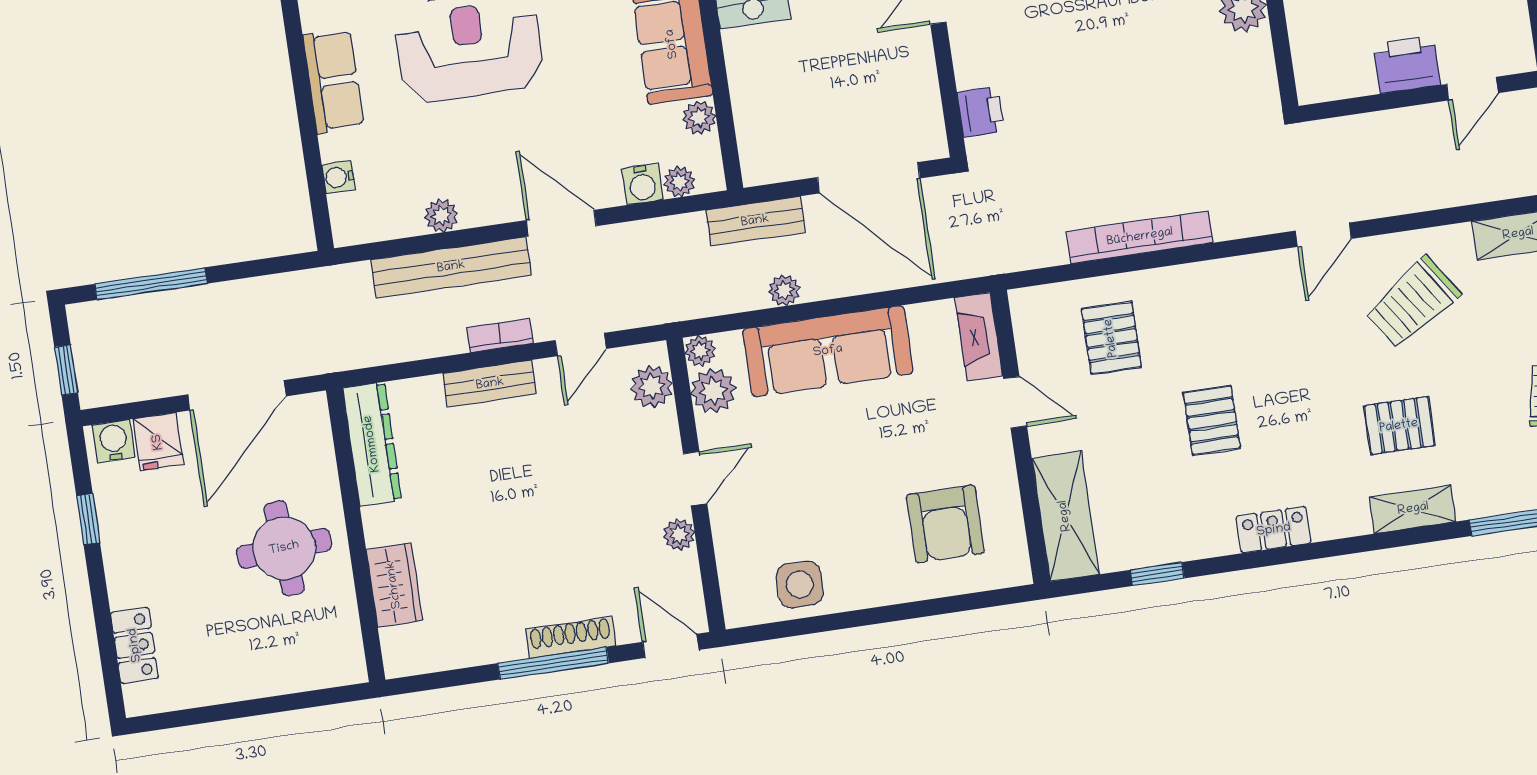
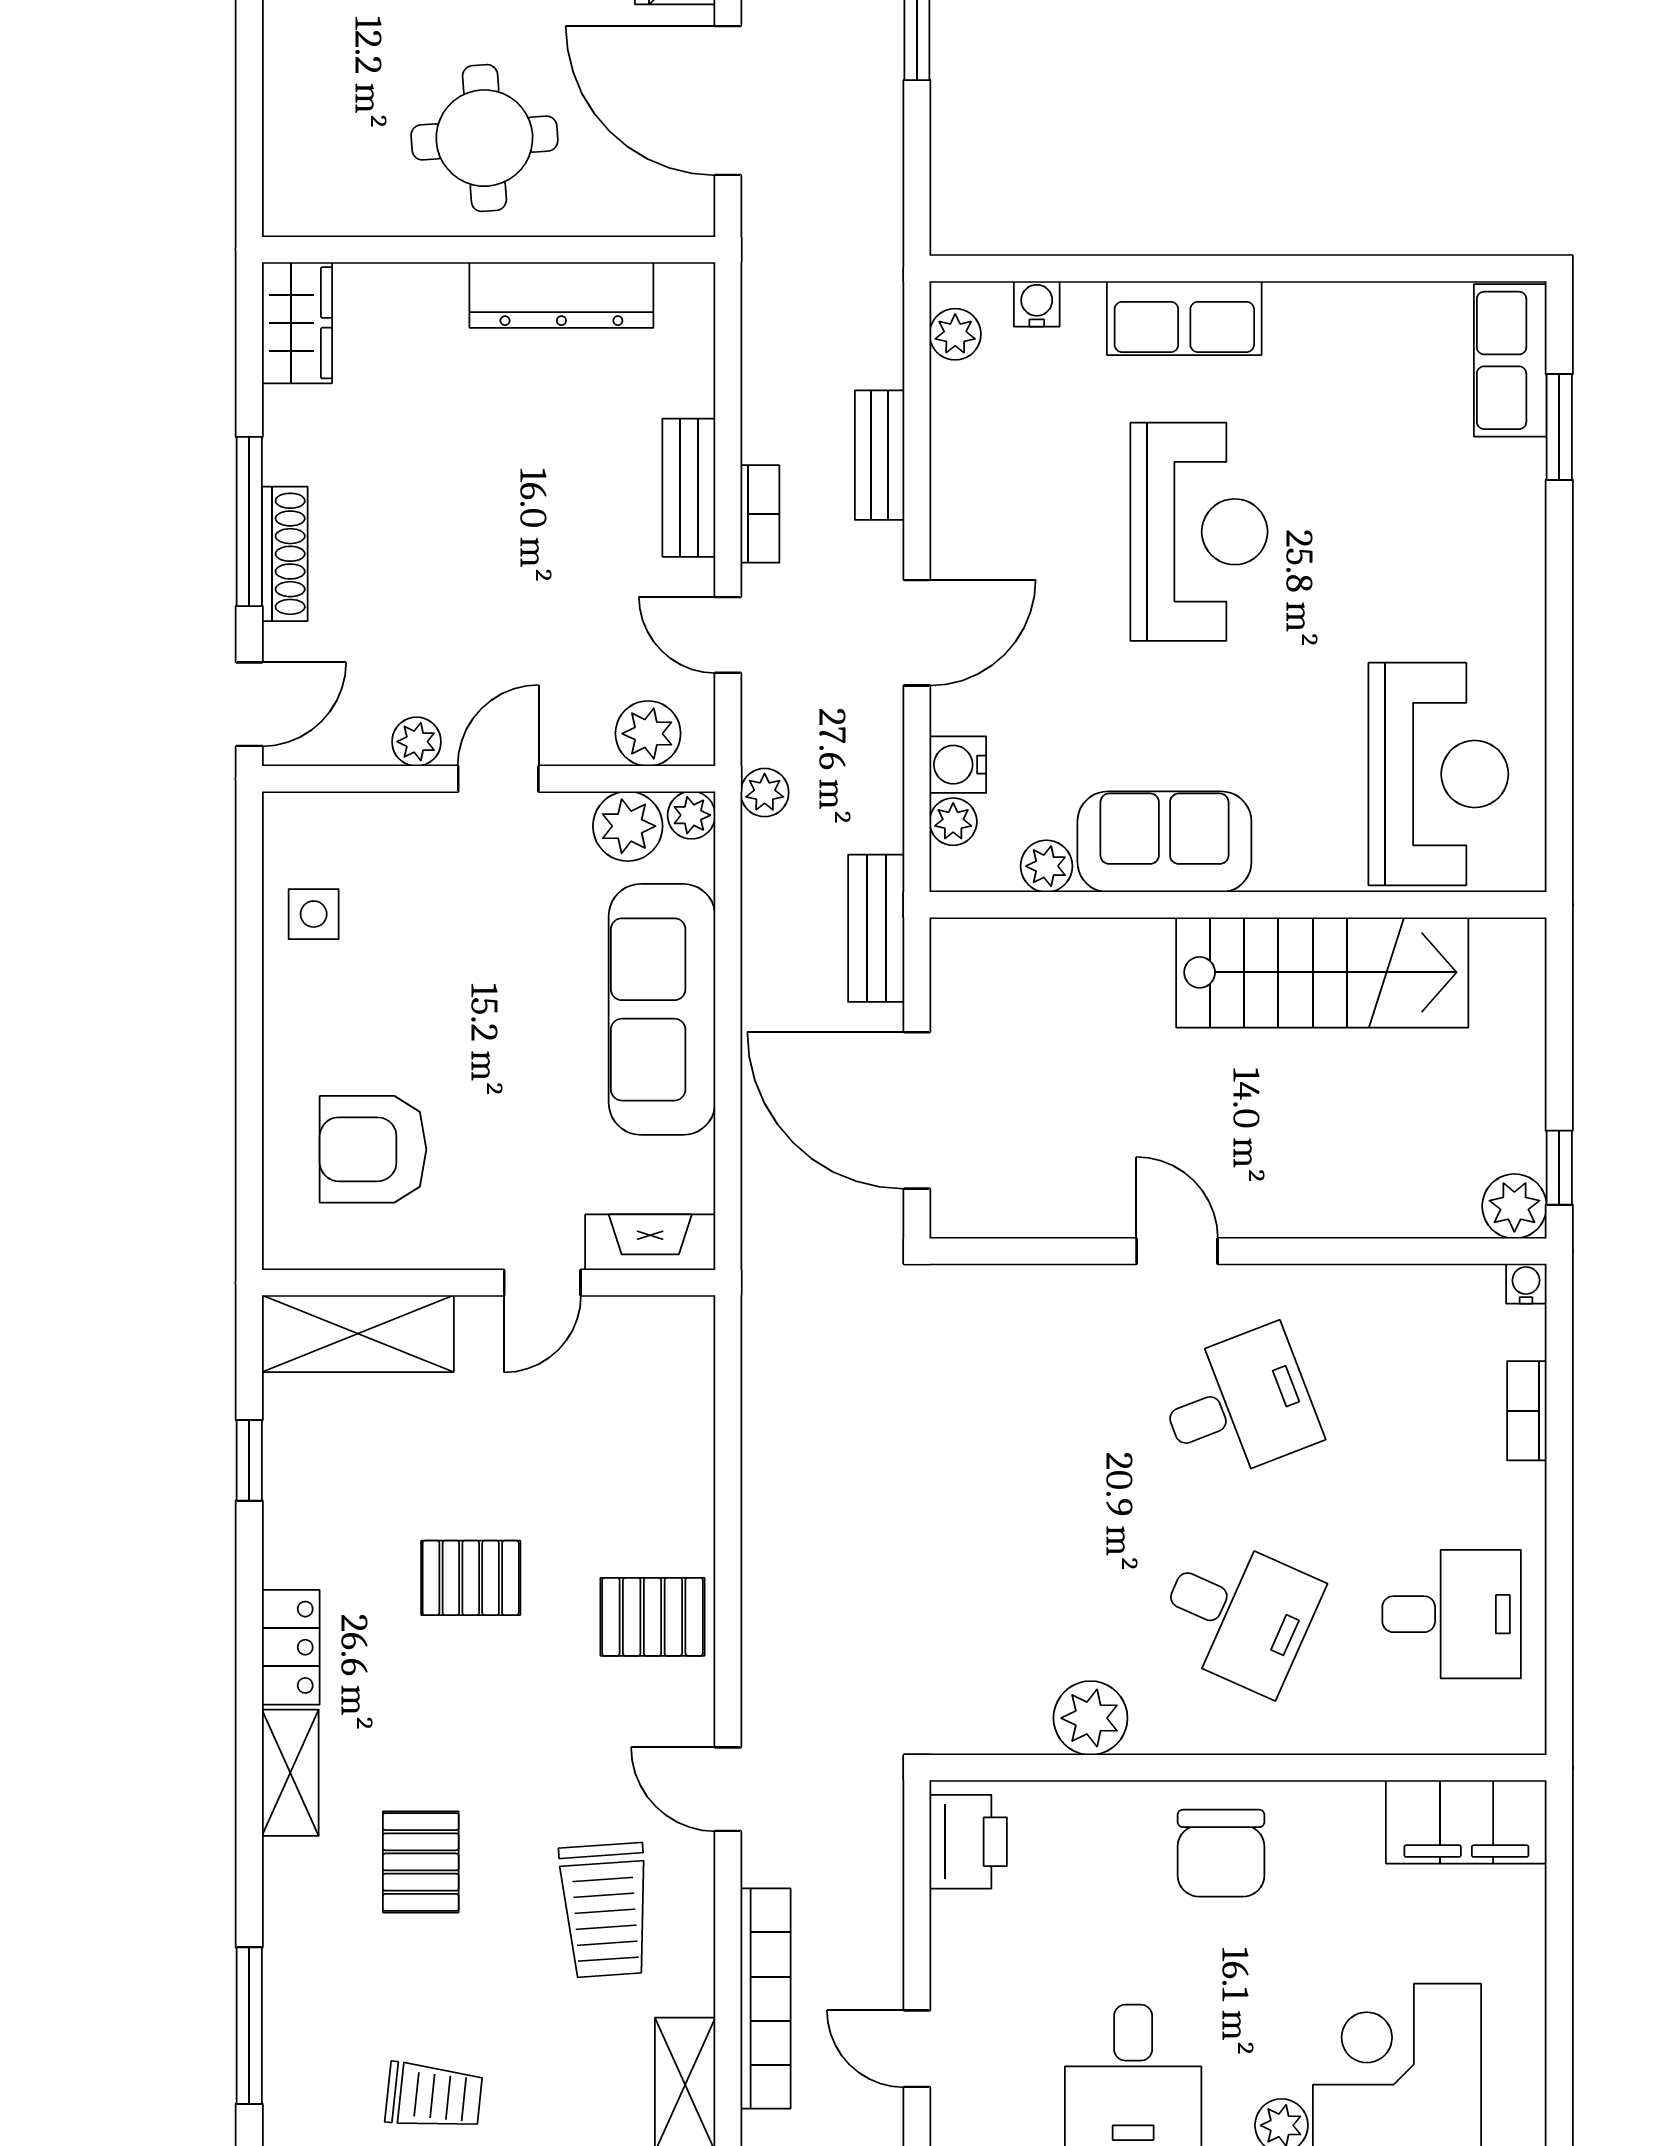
printer: (1407, 65) -> (968, 1842), moved
printer: (981, 112) -> (992, 1296), removed
door: (869, 178) -> (917, 1110), hinge flipped
plant: (441, 216) -> (955, 334), moved
bookcase: (1140, 237) -> (766, 1999), moved
bench: (451, 267) -> (880, 455), width x0.54, depth x0.82
plant: (784, 290) -> (765, 793), moved
trolley: (1413, 302) -> (605, 1910), turned -150
pallet: (1111, 338) -> (652, 1617), moved
dresser: (372, 444) -> (561, 295), moved
door: (695, 479) -> (498, 779), swing flipped
shelving: (1413, 509) -> (290, 1773), moved
side table: (800, 584) -> (314, 914), width x0.73, depth x0.73
wardrobe: (394, 585) -> (297, 323), moved, turned -90

